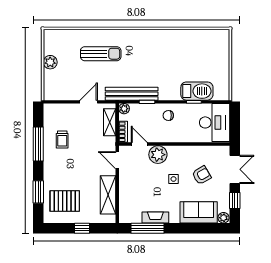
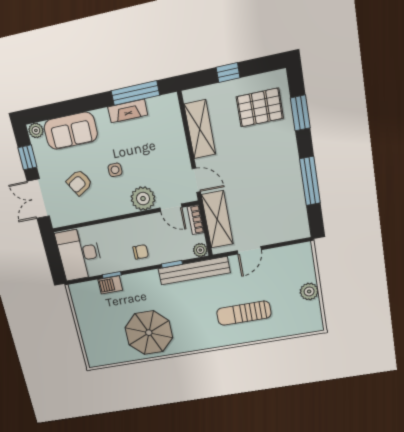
parasol: (176, 51) -> (149, 333), added
barbecue: (197, 91) -> (110, 285), width x0.53, depth x0.65
shelving: (110, 122) -> (217, 219), width x1.50, depth x1.33
trolley: (62, 140) -> (277, 194), removed

